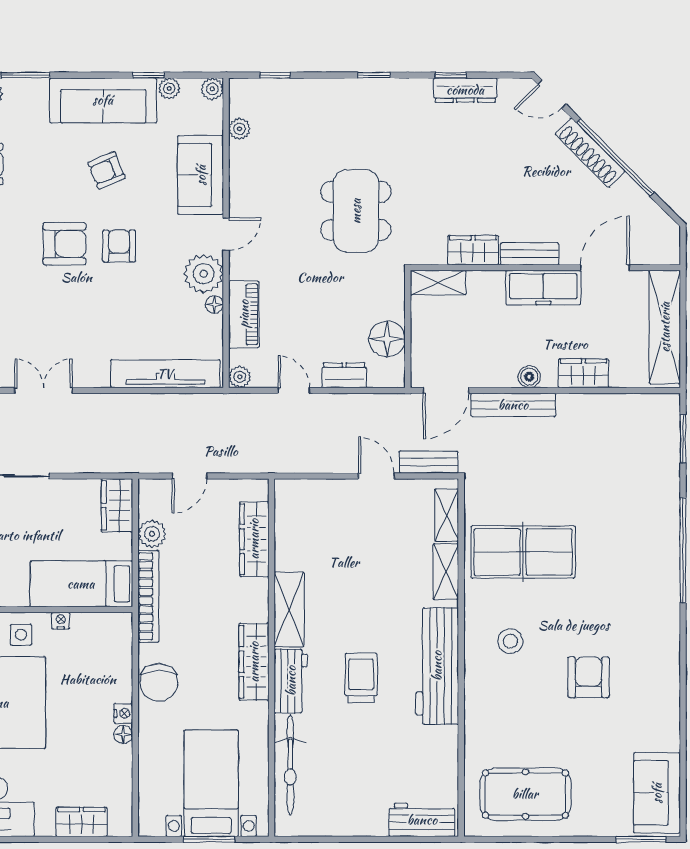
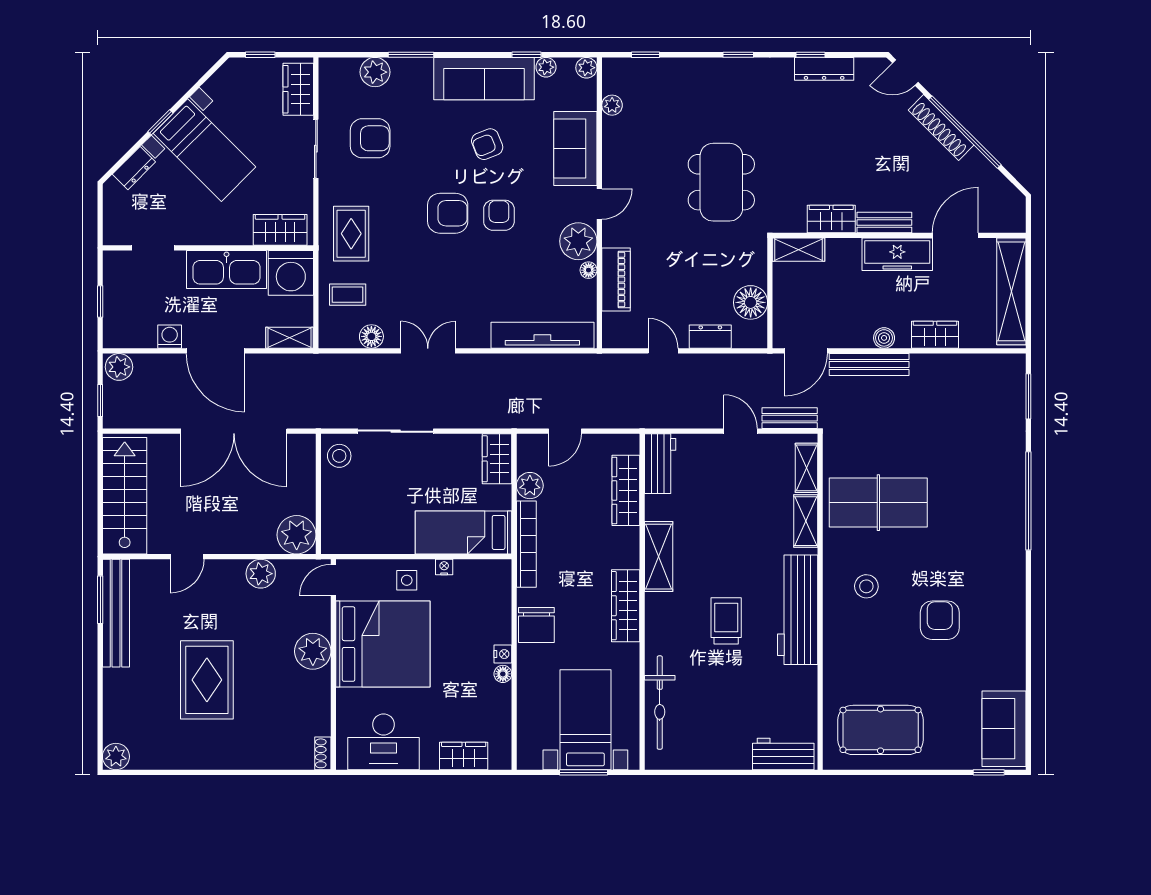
plant: (240, 377) -> (612, 338), removed
workbench: (291, 681) -> (660, 464), moved
window: (641, 839) -> (989, 772), width x0.67

